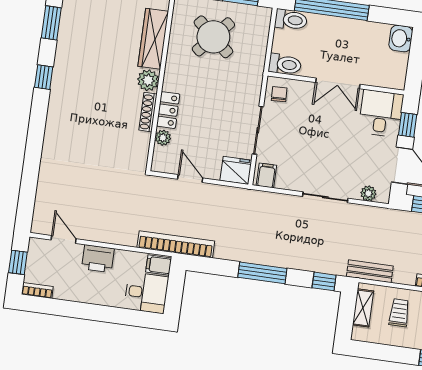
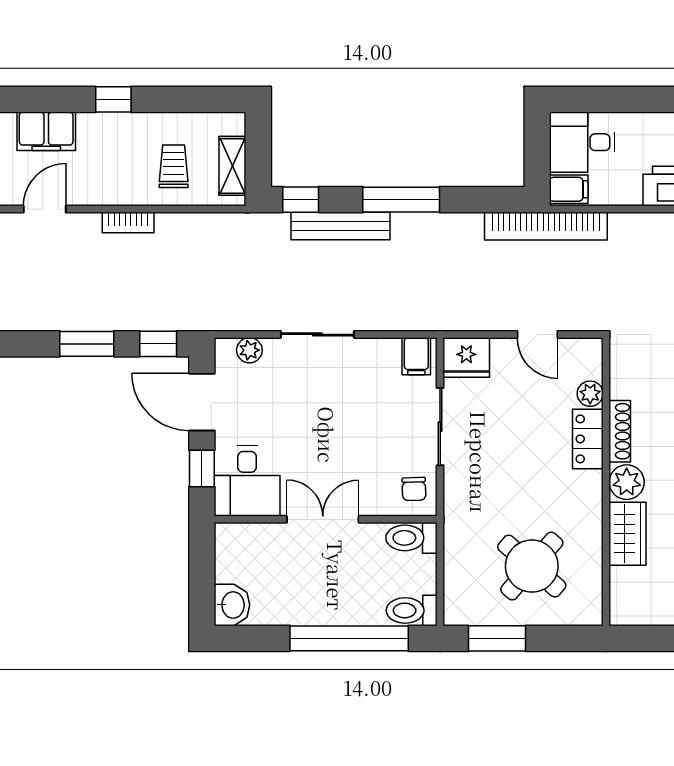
wardrobe: (153, 39) -> (628, 534), width x0.67
bench: (370, 271) -> (340, 226), moved, width x1.36
trolley: (399, 313) -> (174, 166), turned 180

